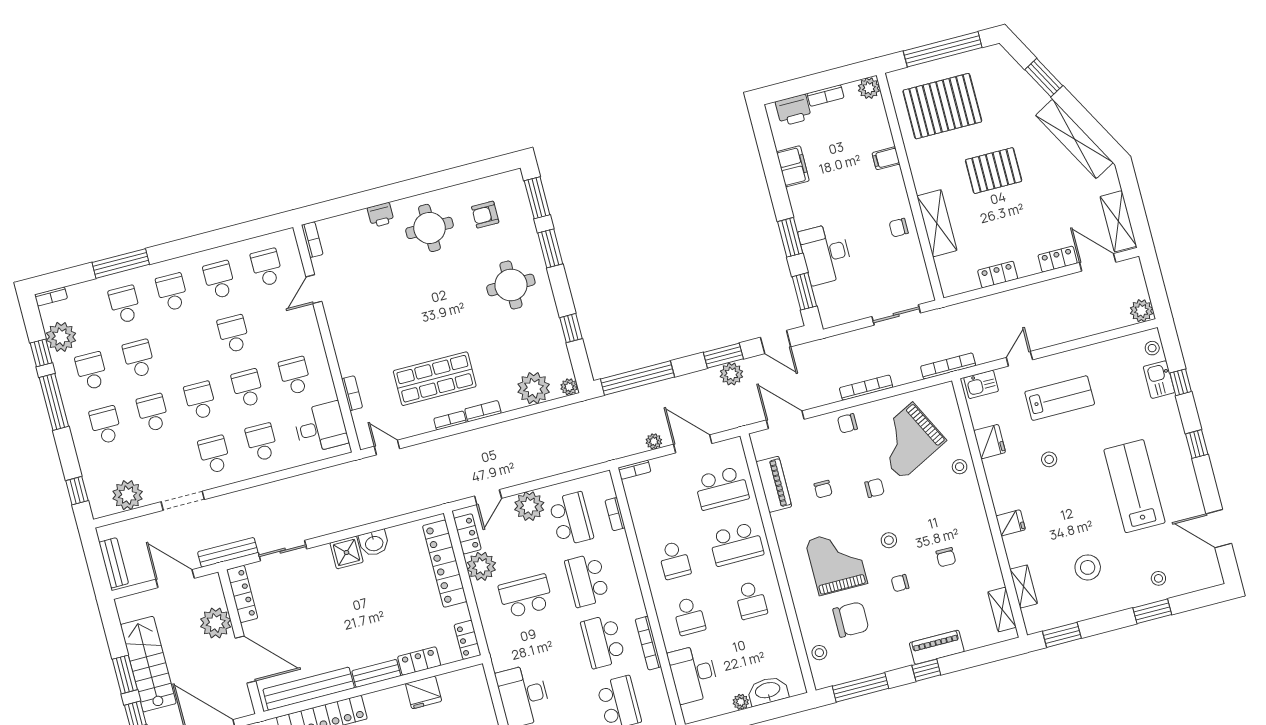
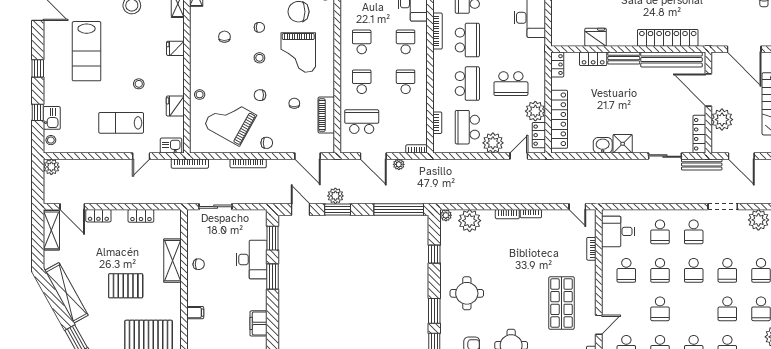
shop shelf: (435, 379) -> (562, 303), moved, turned 90
grand piano: (907, 441) -> (230, 121), turned -124
school desk: (736, 544) -> (362, 82), width x0.54

